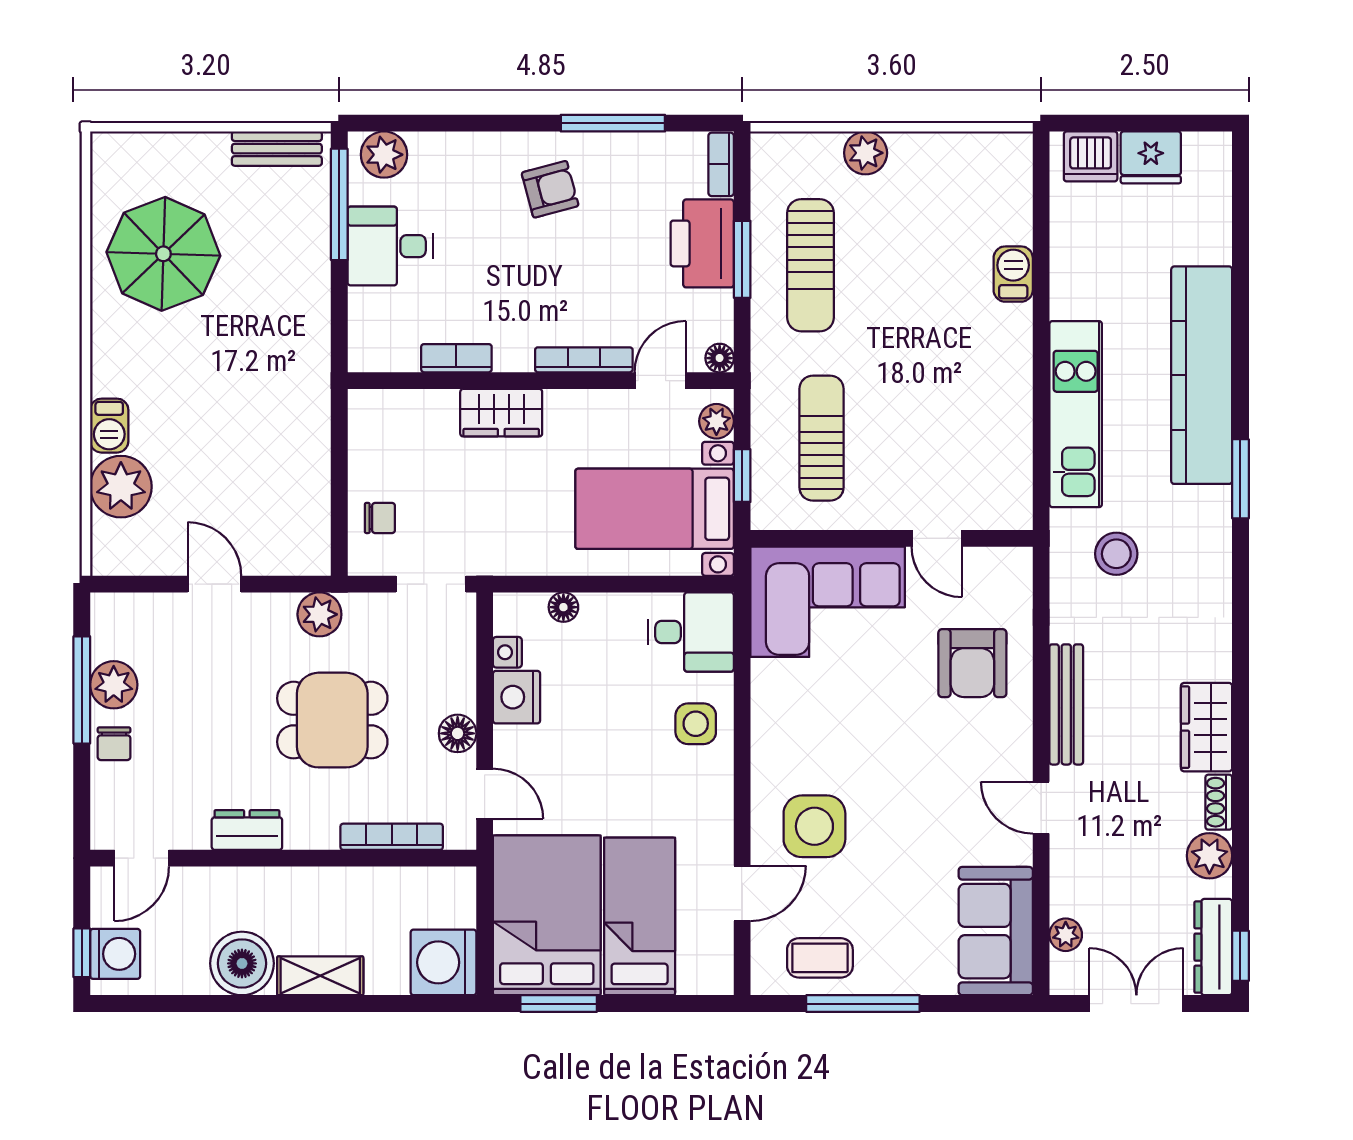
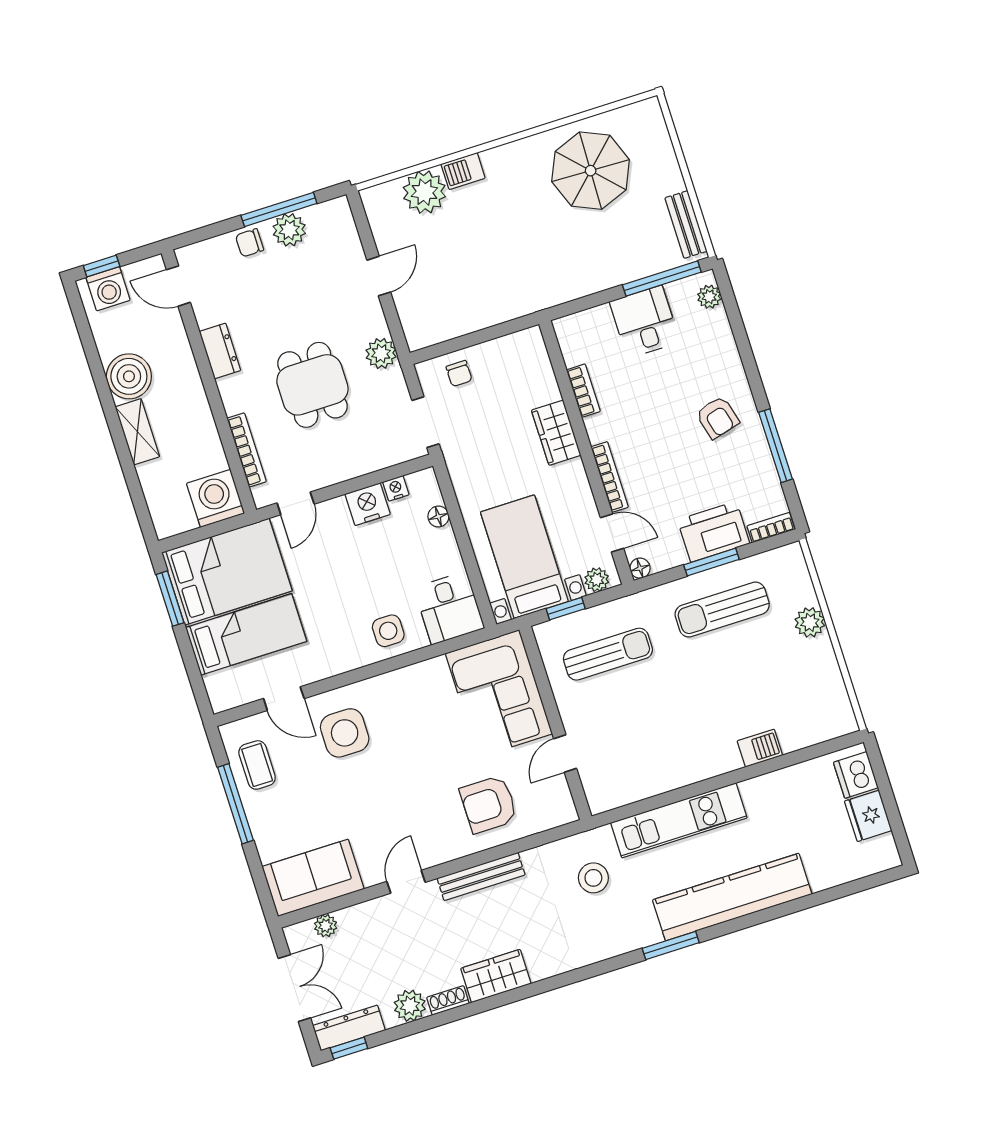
plant: (384, 155) -> (709, 297), width x0.73, depth x0.73
floor lamp: (458, 733) -> (330, 472), removed
washing machine: (443, 962) -> (216, 498), moved

